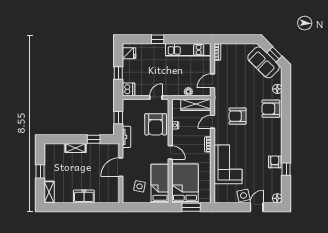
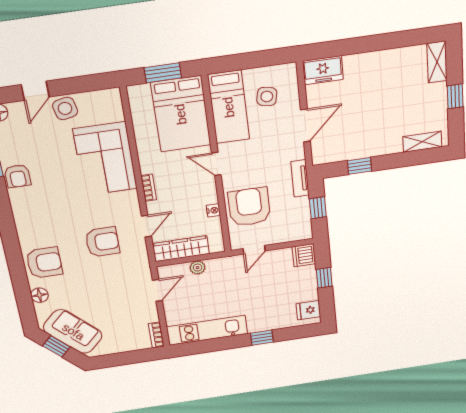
shelving: (76, 148) -> (422, 142), moved
freezer: (84, 196) -> (323, 70), moved

